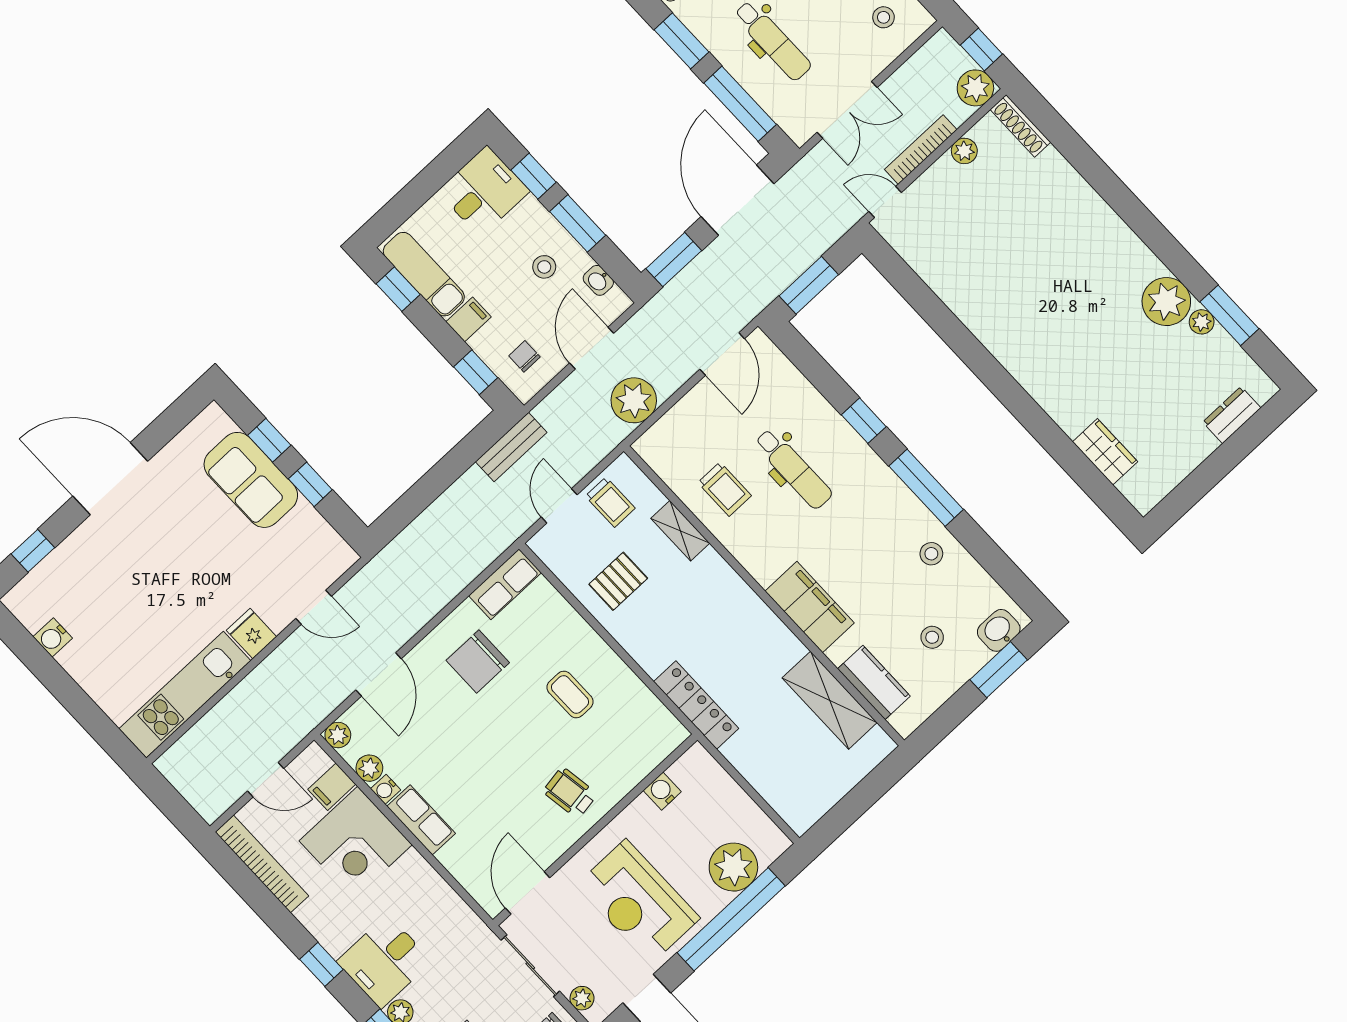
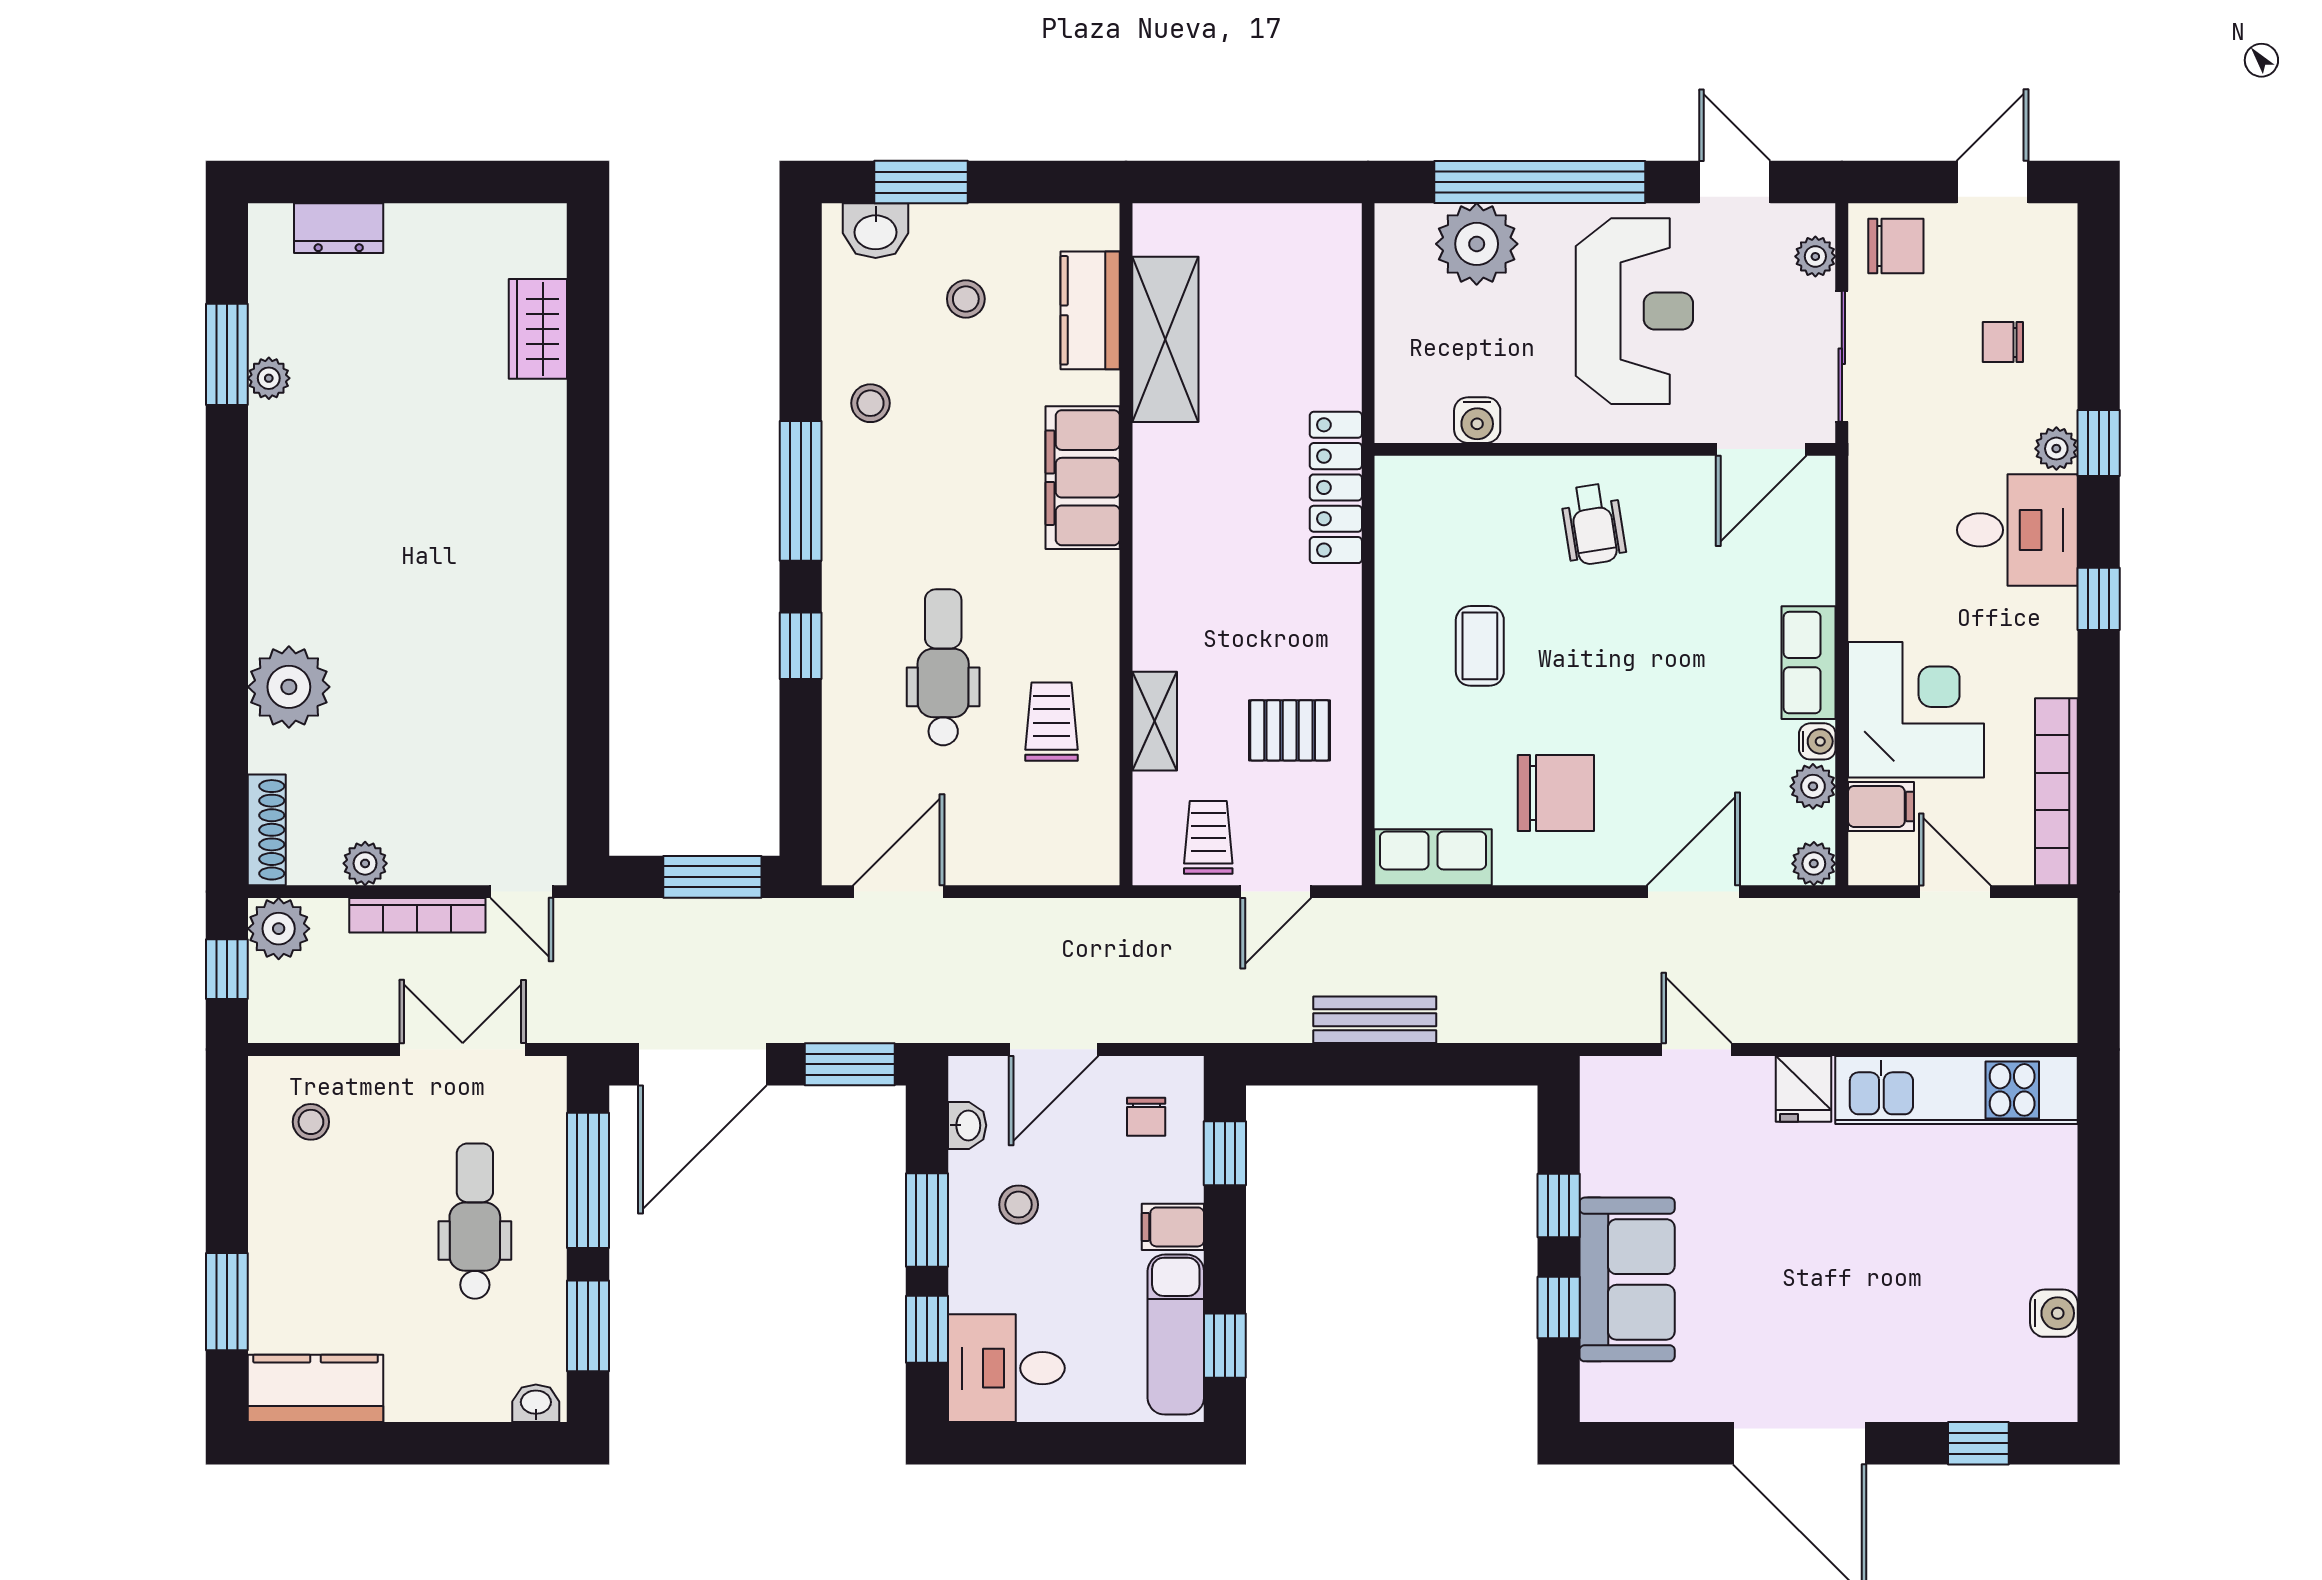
plant: (1166, 302) -> (289, 687), moved
plant: (634, 400) -> (1062, 936), removed
bench: (511, 447) -> (1375, 1020), moved

